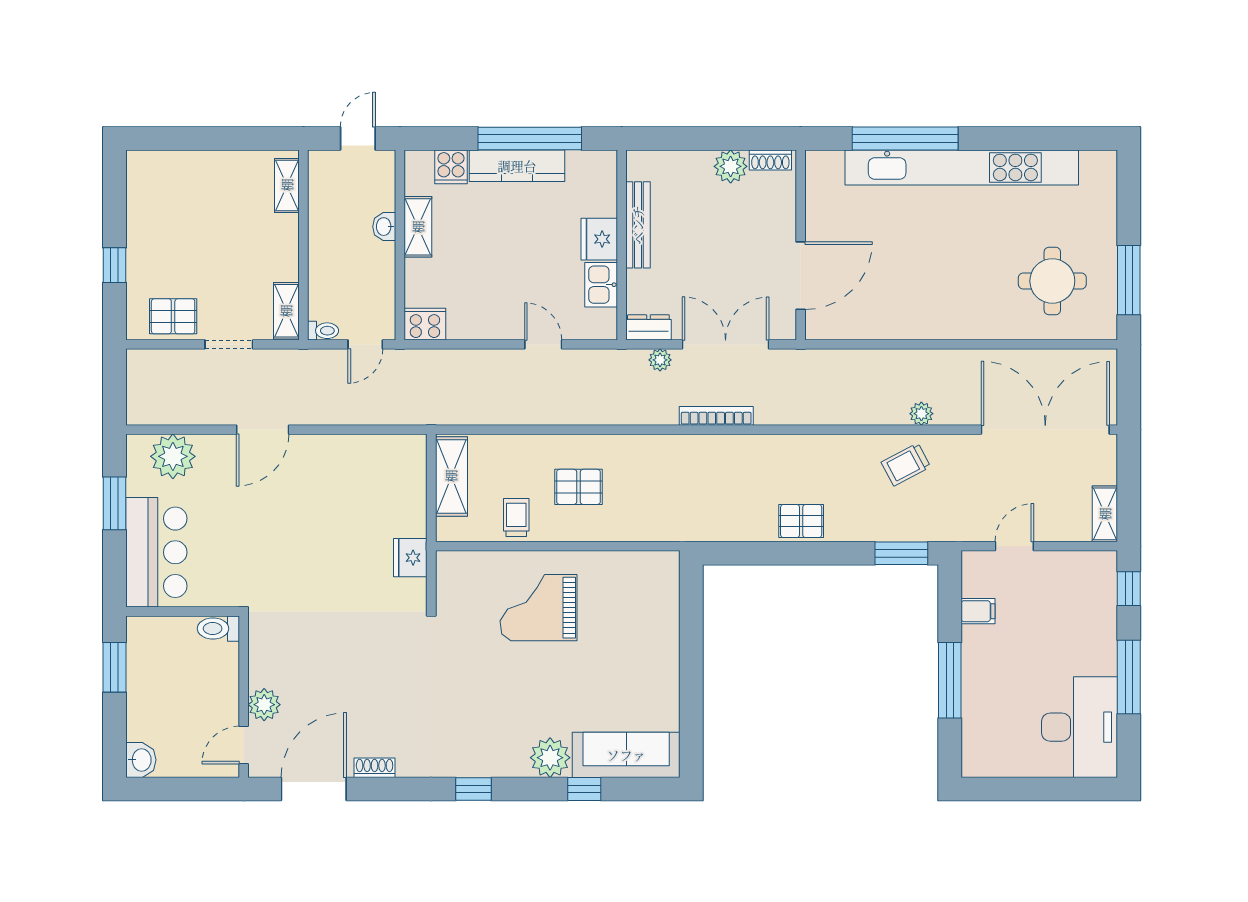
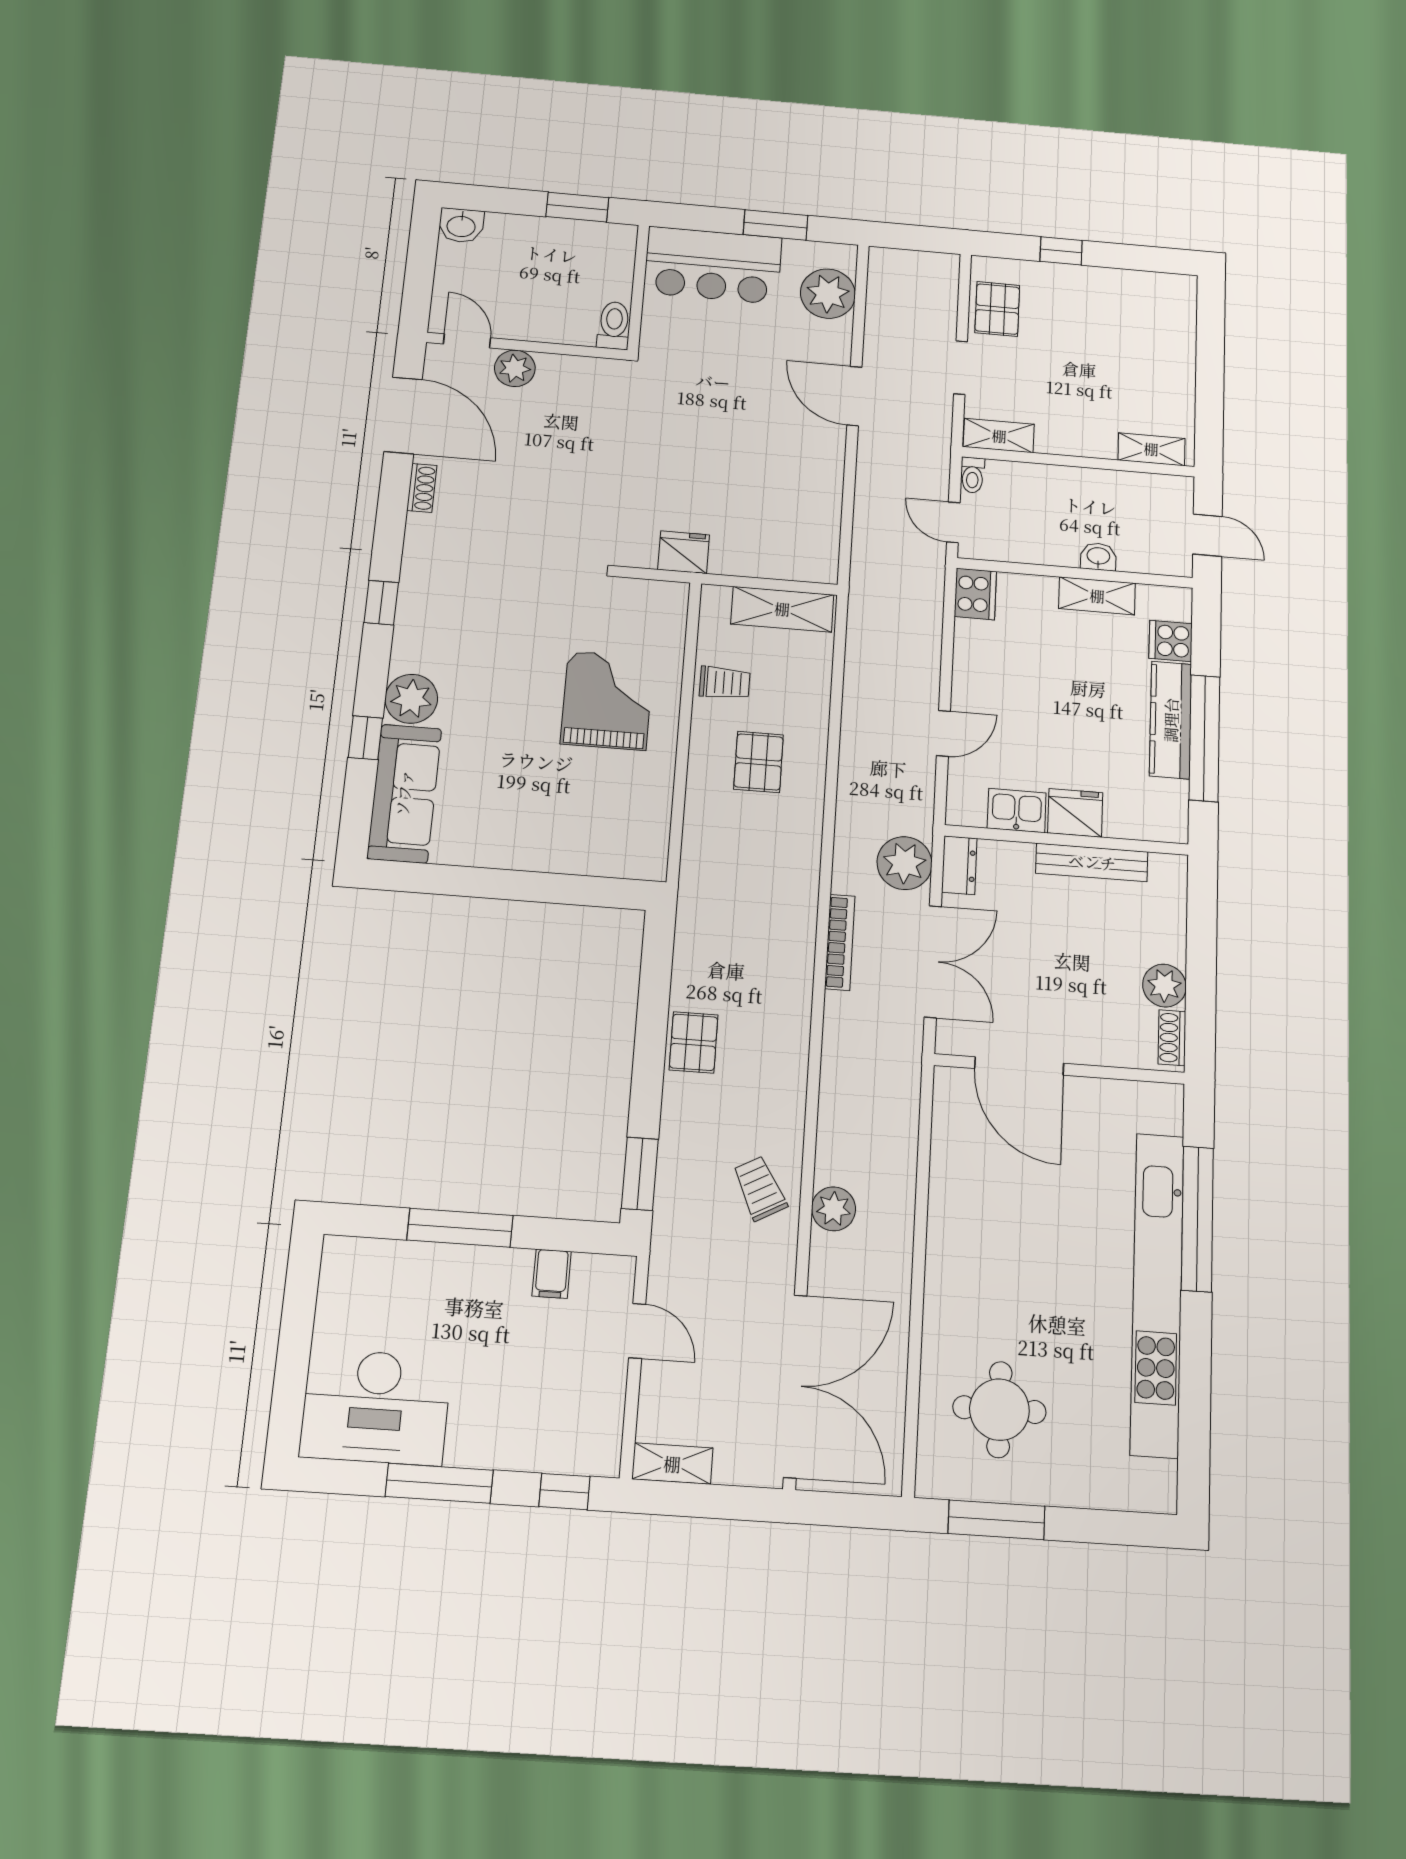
plant: (660, 360) -> (905, 863), width x1.87, depth x1.87
plant: (921, 414) -> (834, 1209), width x1.38, depth x1.38

